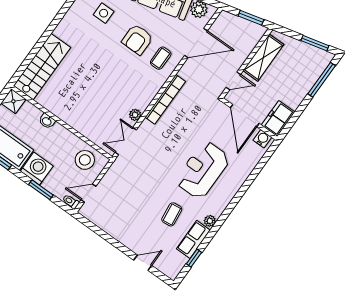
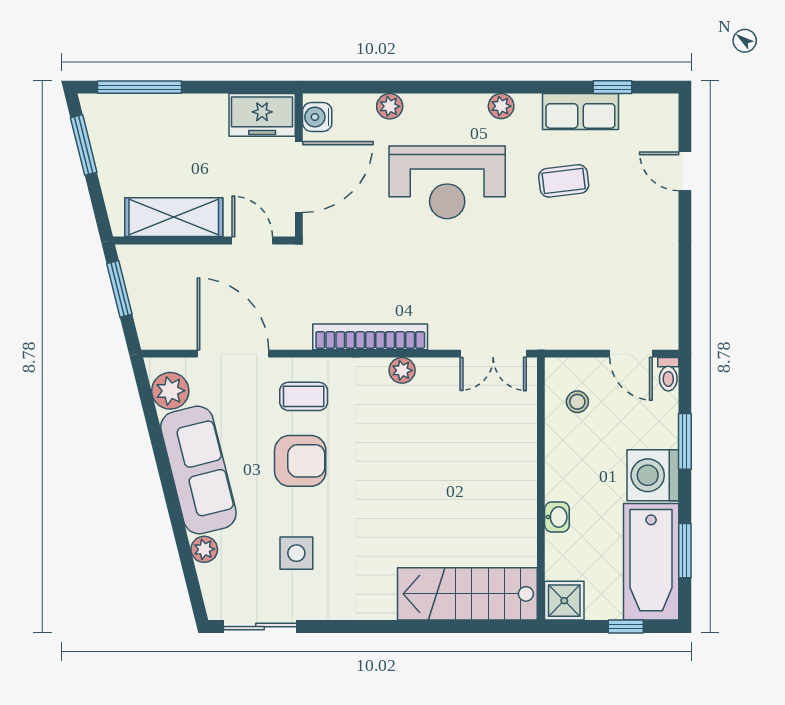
plant: (135, 115) -> (402, 370), moved
stool: (85, 160) -> (577, 402), width x0.53, depth x0.53
plant: (247, 169) -> (390, 106), added
plant: (210, 221) -> (501, 106), moved

